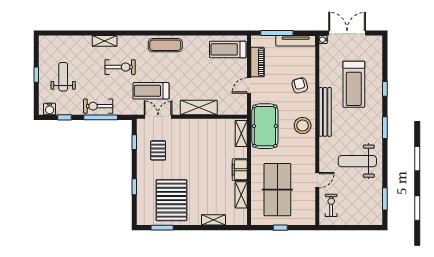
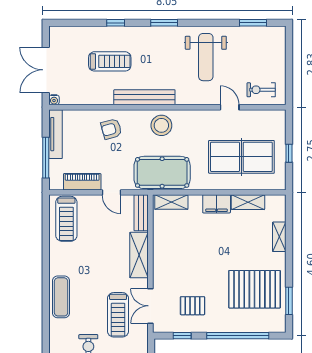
treadmill: (354, 84) -> (110, 61), width x0.73, depth x0.73
bench: (233, 109) -> (141, 213), added
window: (134, 187) -> (238, 336), width x3.17

